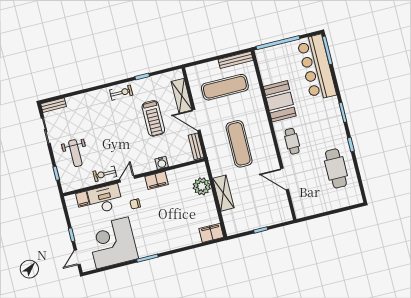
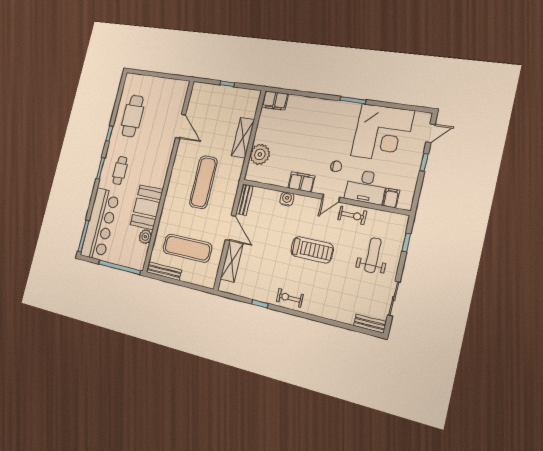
plant: (268, 78) -> (145, 237), added
treadmill: (153, 118) -> (312, 250), moved, turned 90
cafe table: (292, 141) -> (120, 170), moved

